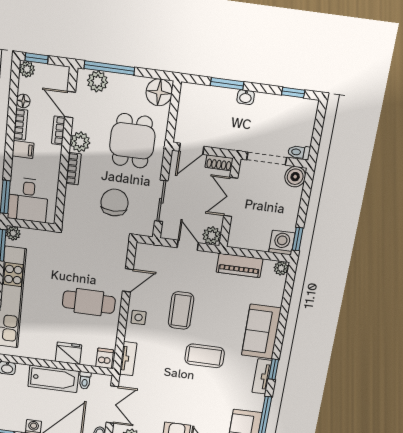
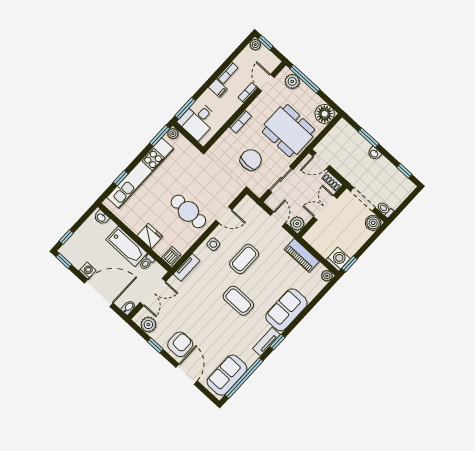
floor lamp: (23, 101) -> (239, 61), removed
dining table: (132, 141) -> (288, 131), width x1.38
plant: (80, 142) -> (256, 109), removed

